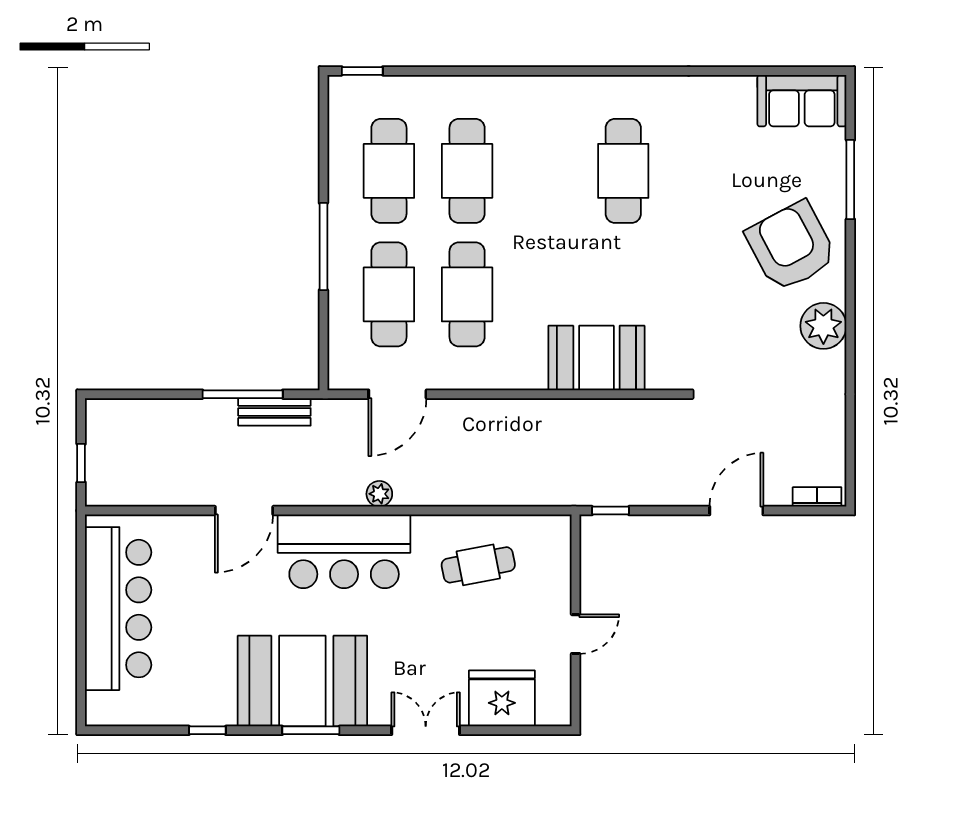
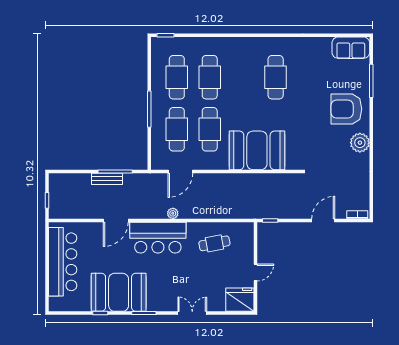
armchair: (791, 246) -> (346, 109), turned -62
booth: (596, 358) -> (257, 150), width x1.36, depth x1.42
bench: (274, 412) -> (107, 179), moved
booth: (302, 681) -> (119, 292), moved
fridge: (502, 698) -> (240, 300), moved

